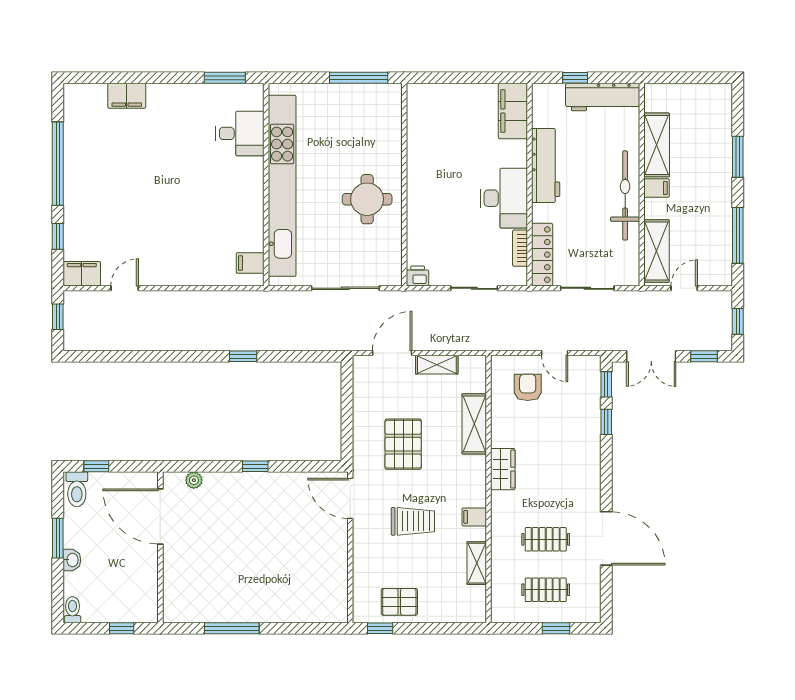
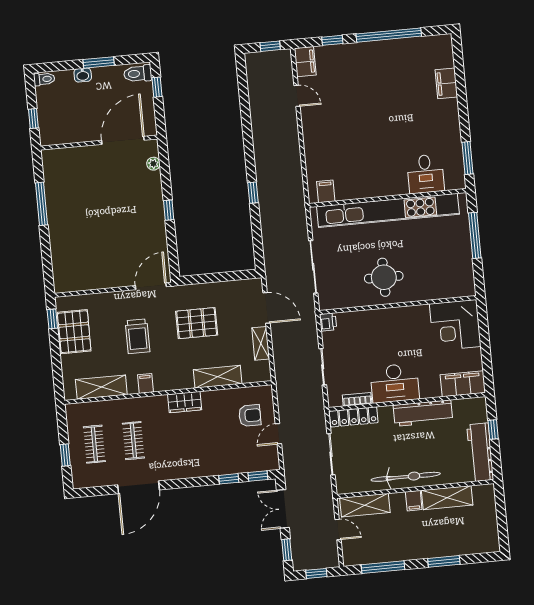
window: (359, 78) -> (475, 235), moved
corner desk: (437, 114) -> (455, 325), added
shelving: (477, 563) -> (101, 387), width x1.50, depth x1.33
pallet: (399, 602) -> (74, 332), width x1.50, depth x1.42

